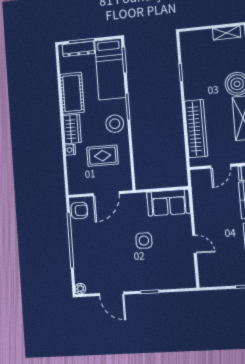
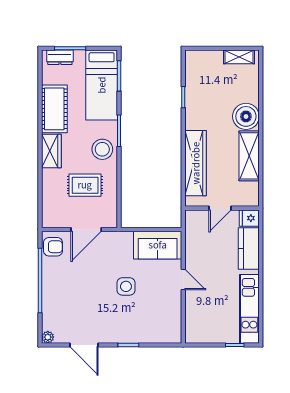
dresser: (78, 49) -> (60, 57), width x0.70
nightstand: (70, 150) -> (47, 175), removed
door: (194, 244) -> (183, 280), moved

